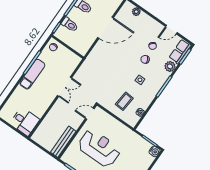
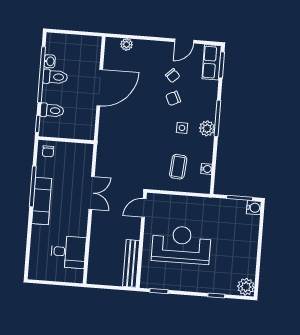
plant: (170, 66) -> (207, 128), moved
desk: (25, 122) -> (68, 252), moved

